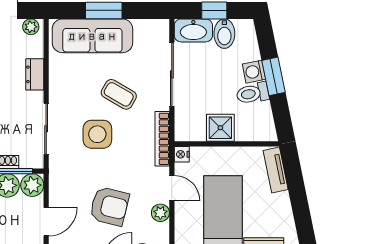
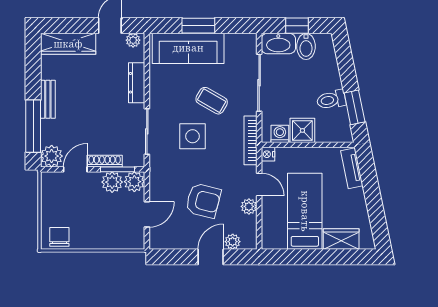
washing machine: (254, 72) -> (280, 134), moved, turned 102
dresser: (35, 74) -> (137, 83), width x1.44
window: (274, 76) -> (355, 107), moved

